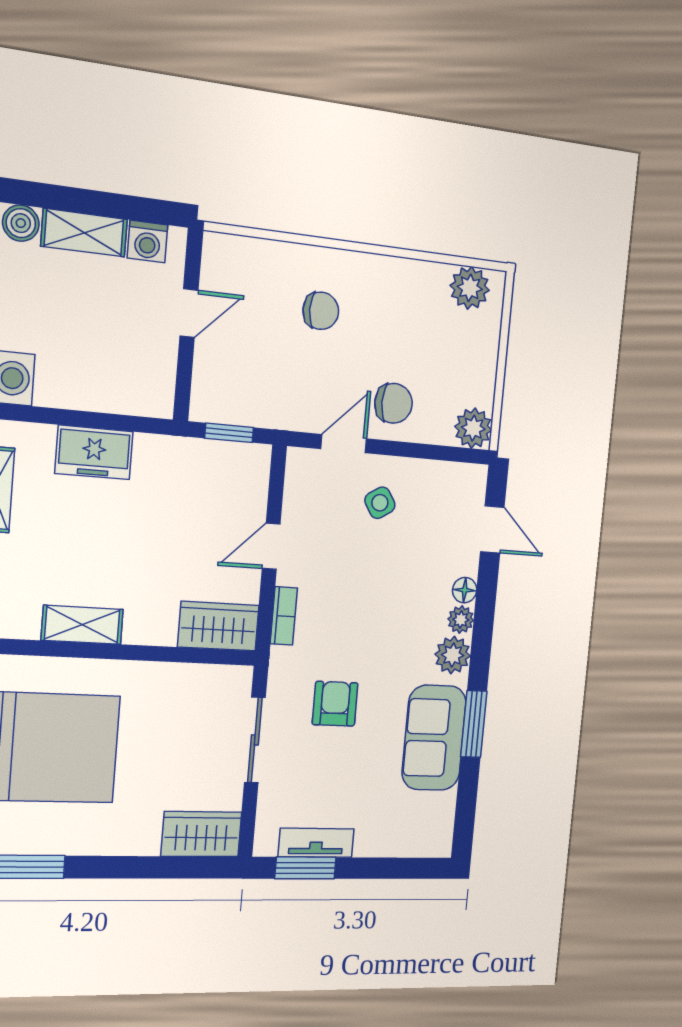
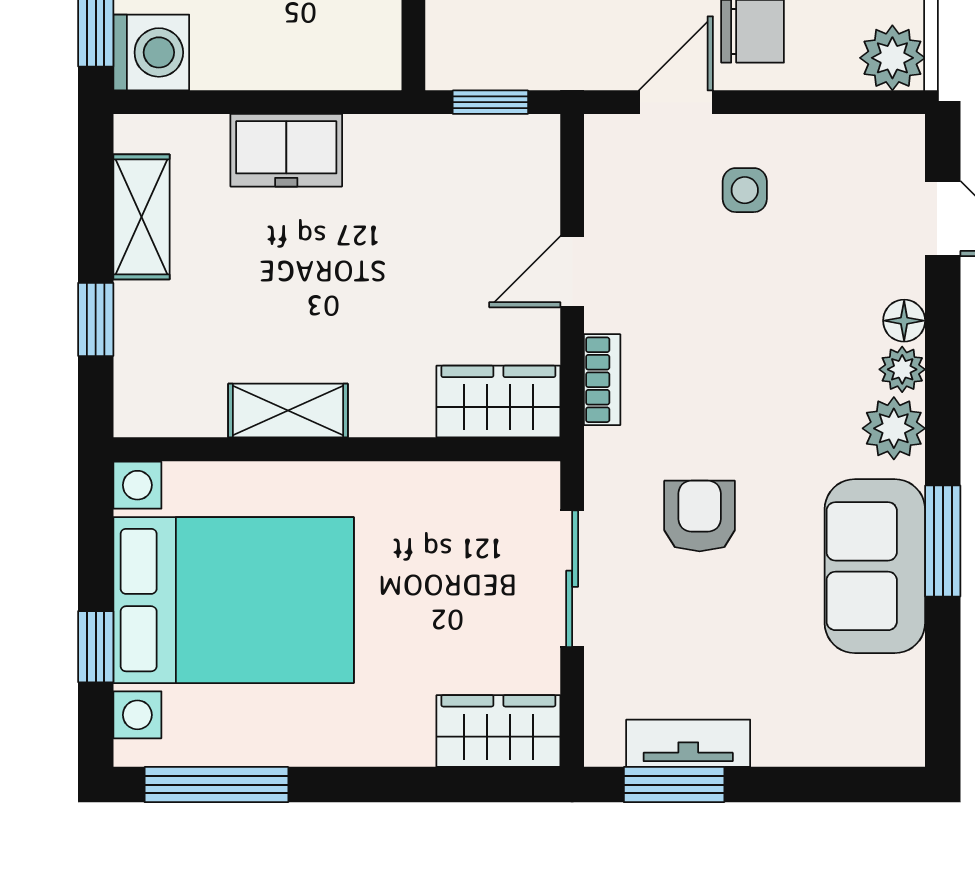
side table: (380, 503) -> (745, 190), turned 32

